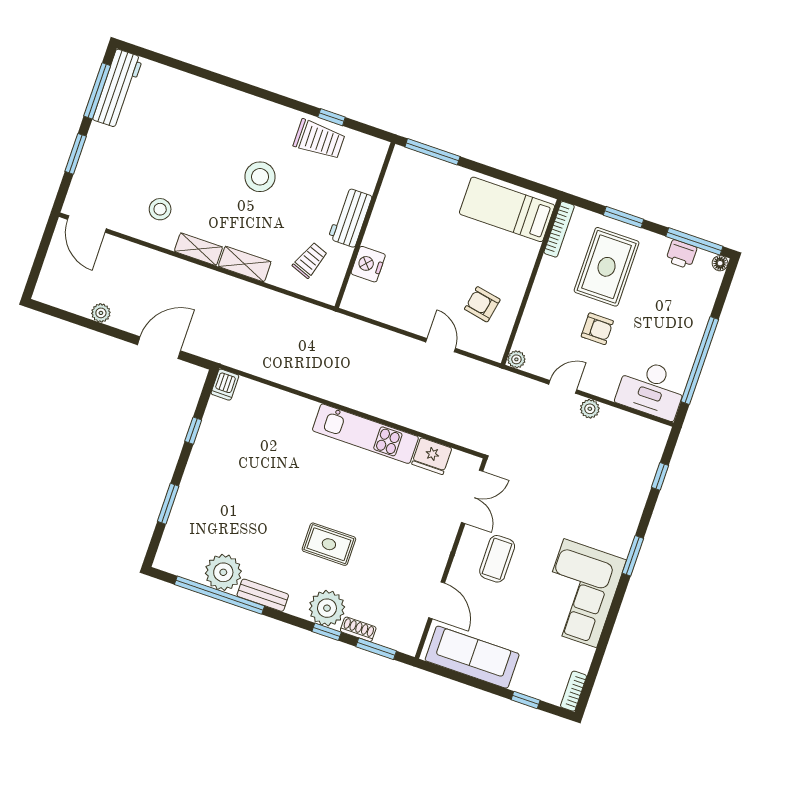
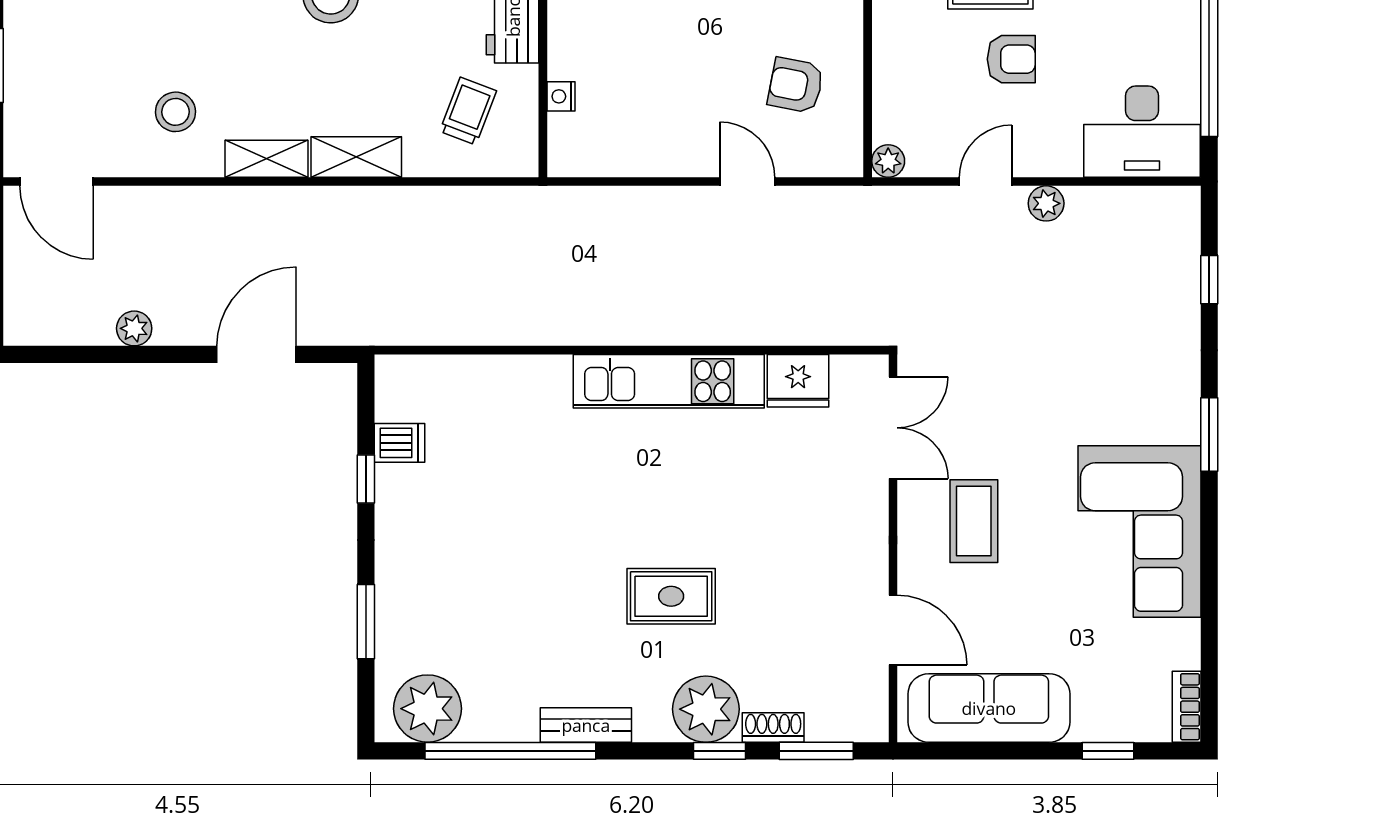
nightstand: (368, 264) -> (561, 96), width x0.53, depth x0.56
dishwasher: (225, 385) -> (399, 443), moved, turned -90
plant: (223, 572) -> (428, 709), moved

